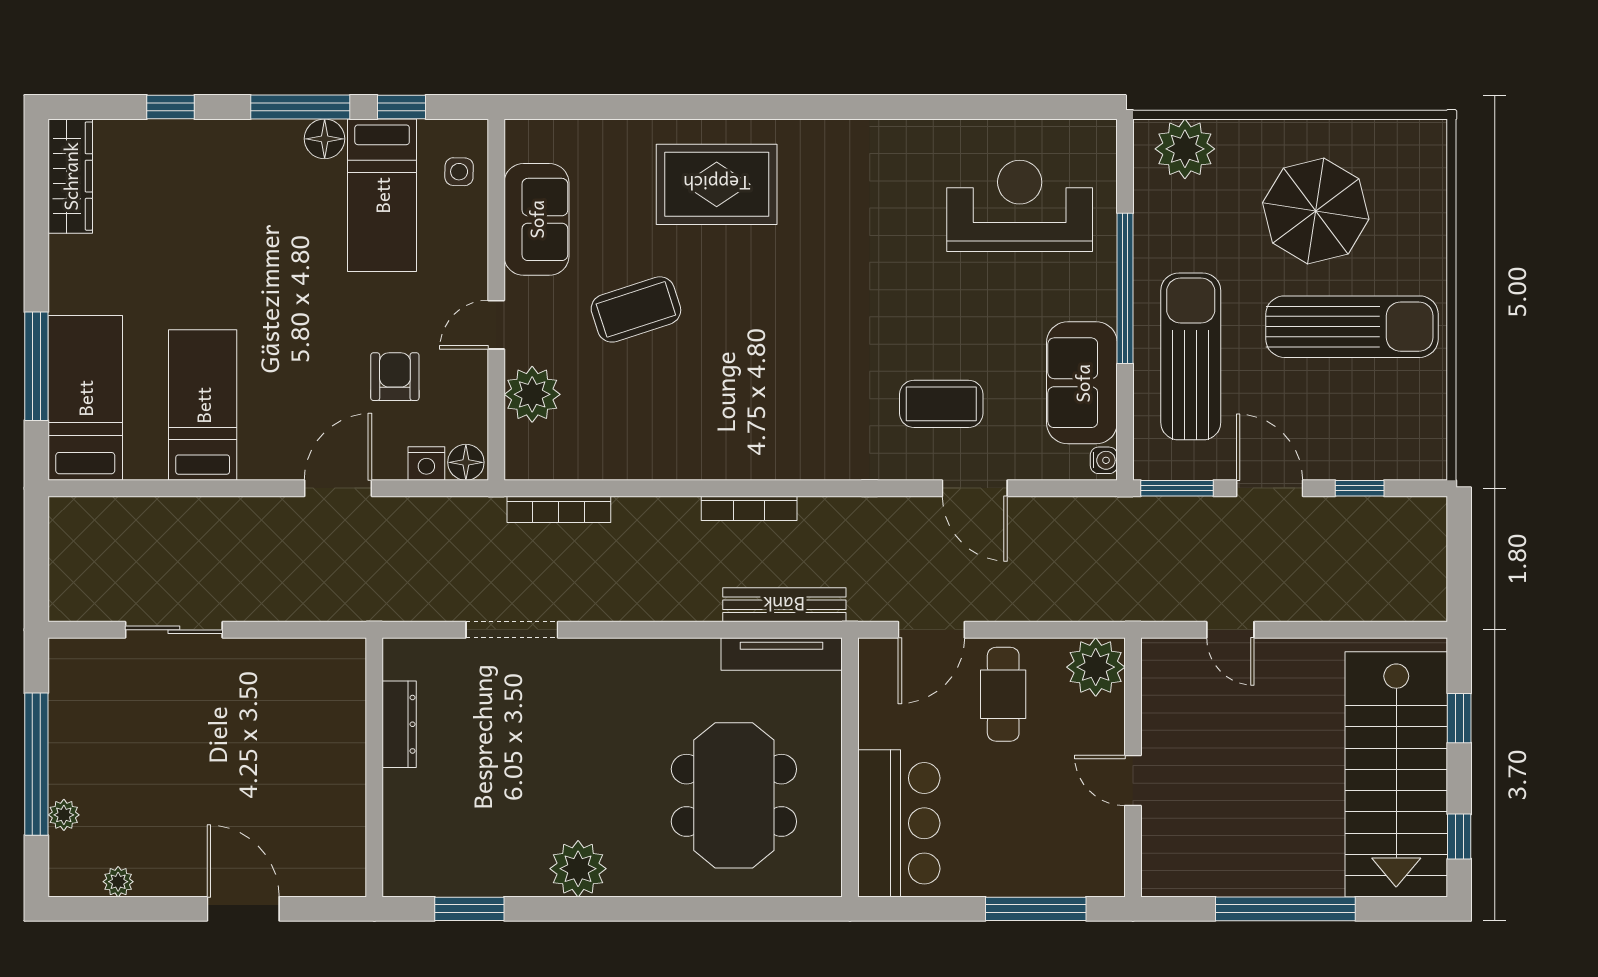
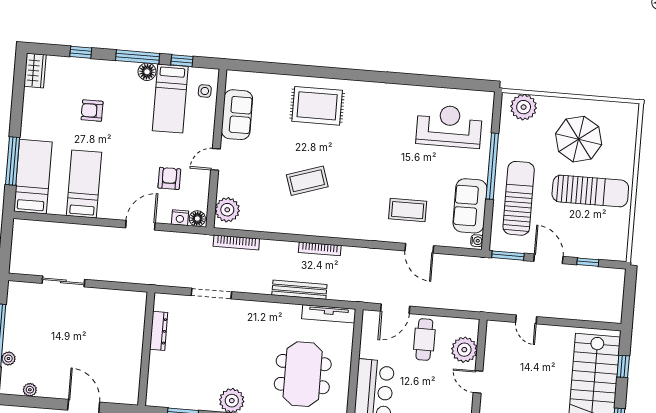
wardrobe: (70, 176) -> (35, 71), width x0.67
armchair: (207, 237) -> (92, 111), added
coffee table: (636, 309) -> (307, 181), moved
plant: (532, 394) -> (227, 210), moved
bench: (784, 605) -> (299, 290), moved
plant: (1096, 667) -> (464, 350), moved

